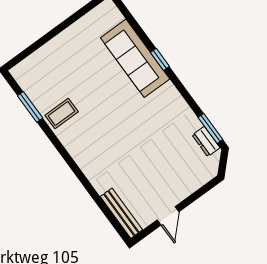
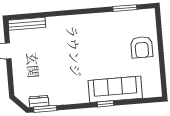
armchair: (65, 58) -> (142, 47), added
coffee table: (62, 114) -> (109, 25), removed

